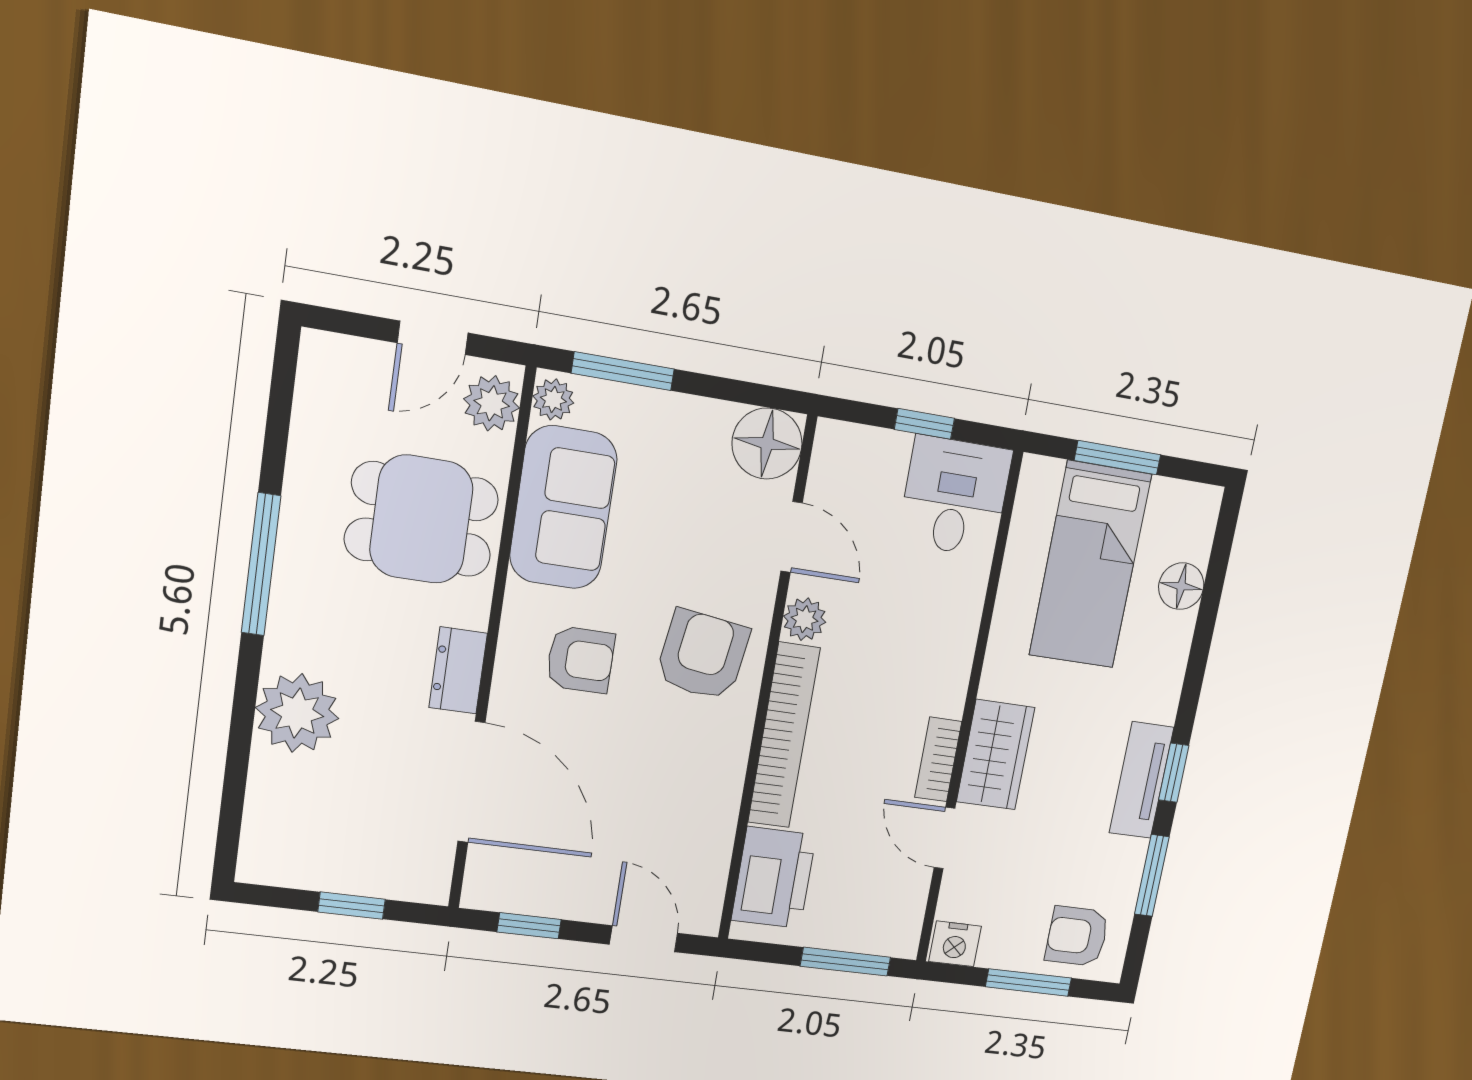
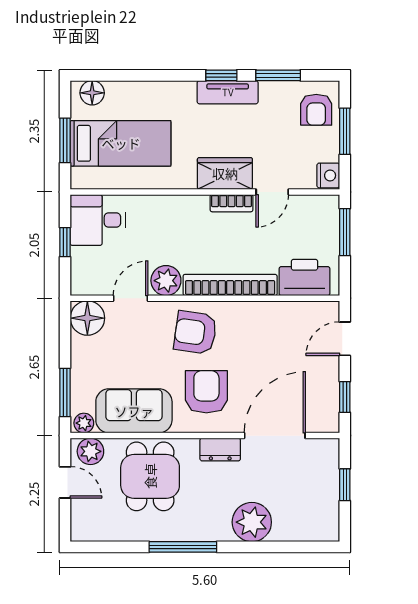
floor lamp: (1181, 586) -> (92, 93), moved
plant: (805, 619) -> (166, 281), width x1.38, depth x1.38
armchair: (580, 660) -> (206, 392), width x1.38, depth x1.38

